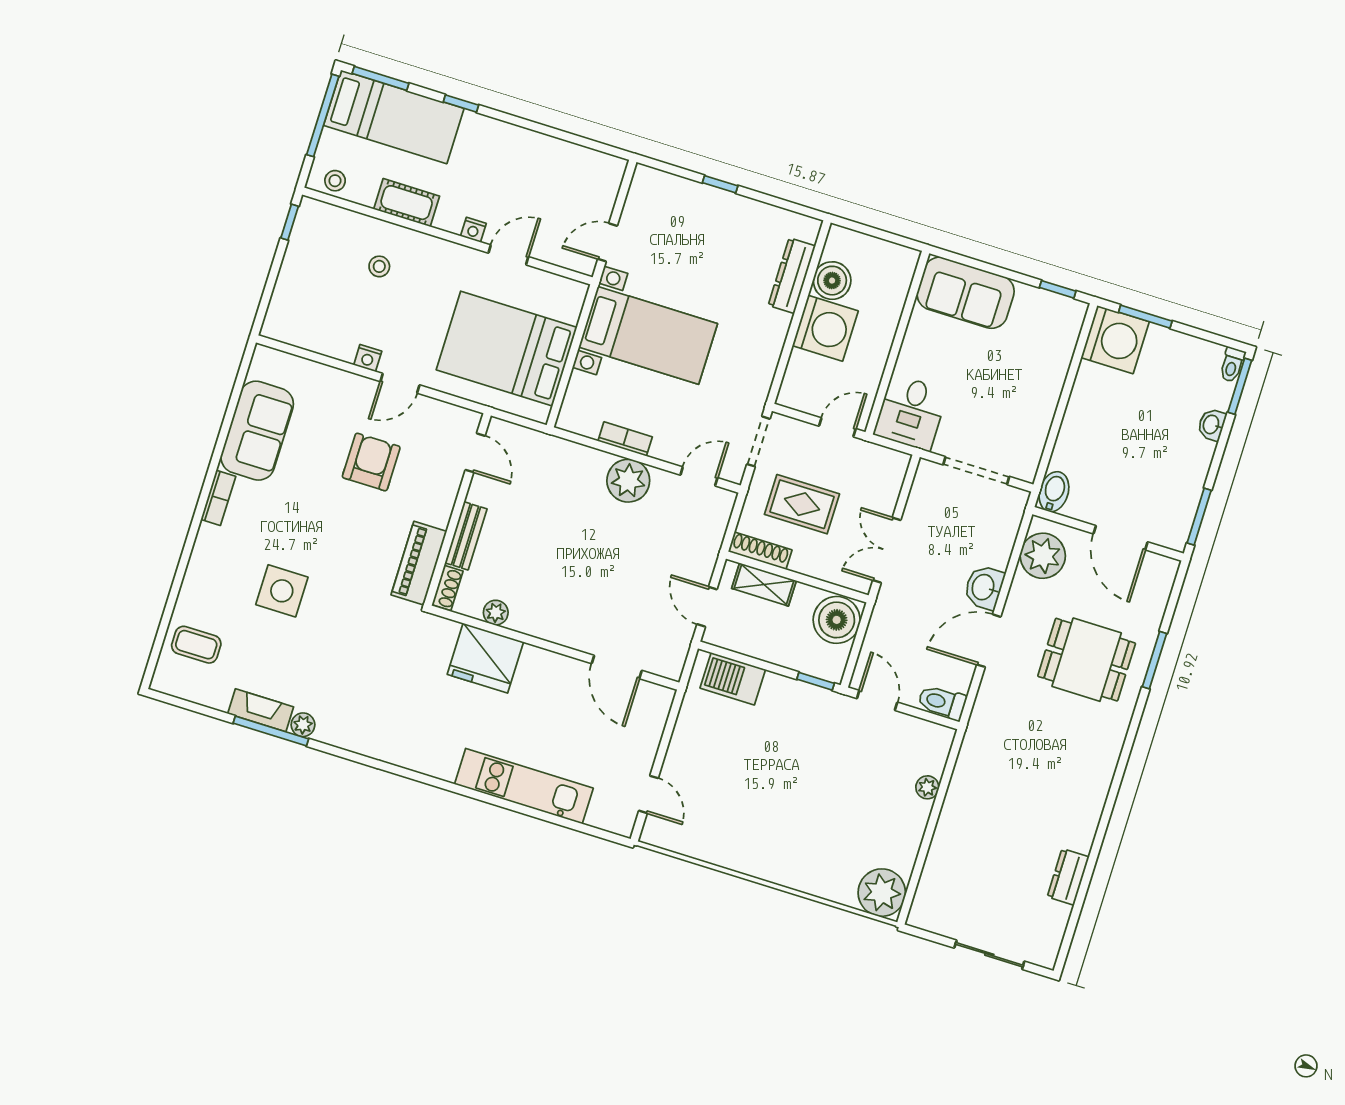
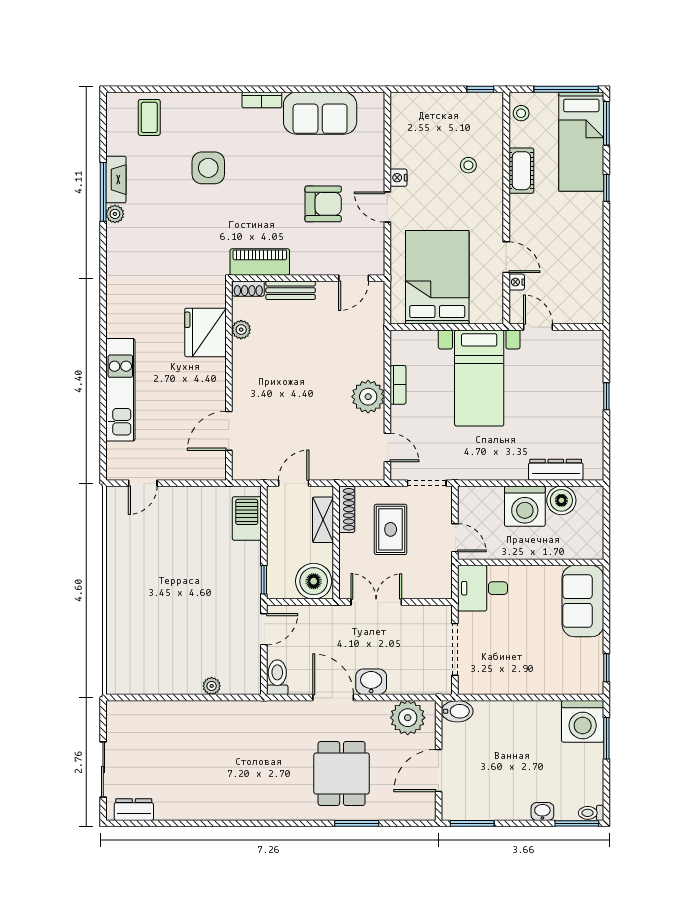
nightstand: (473, 230) -> (517, 282), moved
dresser: (1068, 877) -> (134, 810), moved
plant: (882, 893) -> (124, 677), removed

